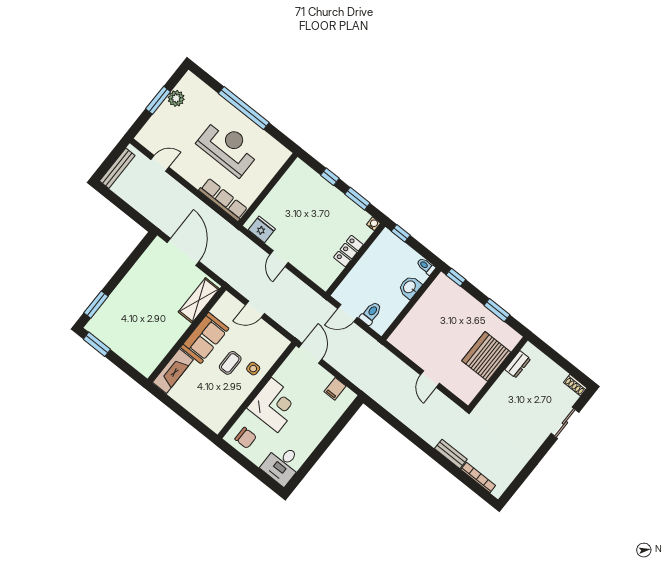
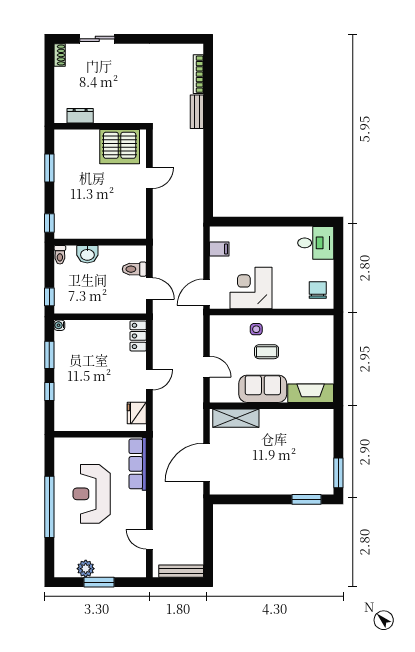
locker: (348, 251) -> (138, 336), moved, turned 90
server rack: (486, 356) -> (120, 147), moved
corner desk: (274, 405) -> (251, 288), moved

